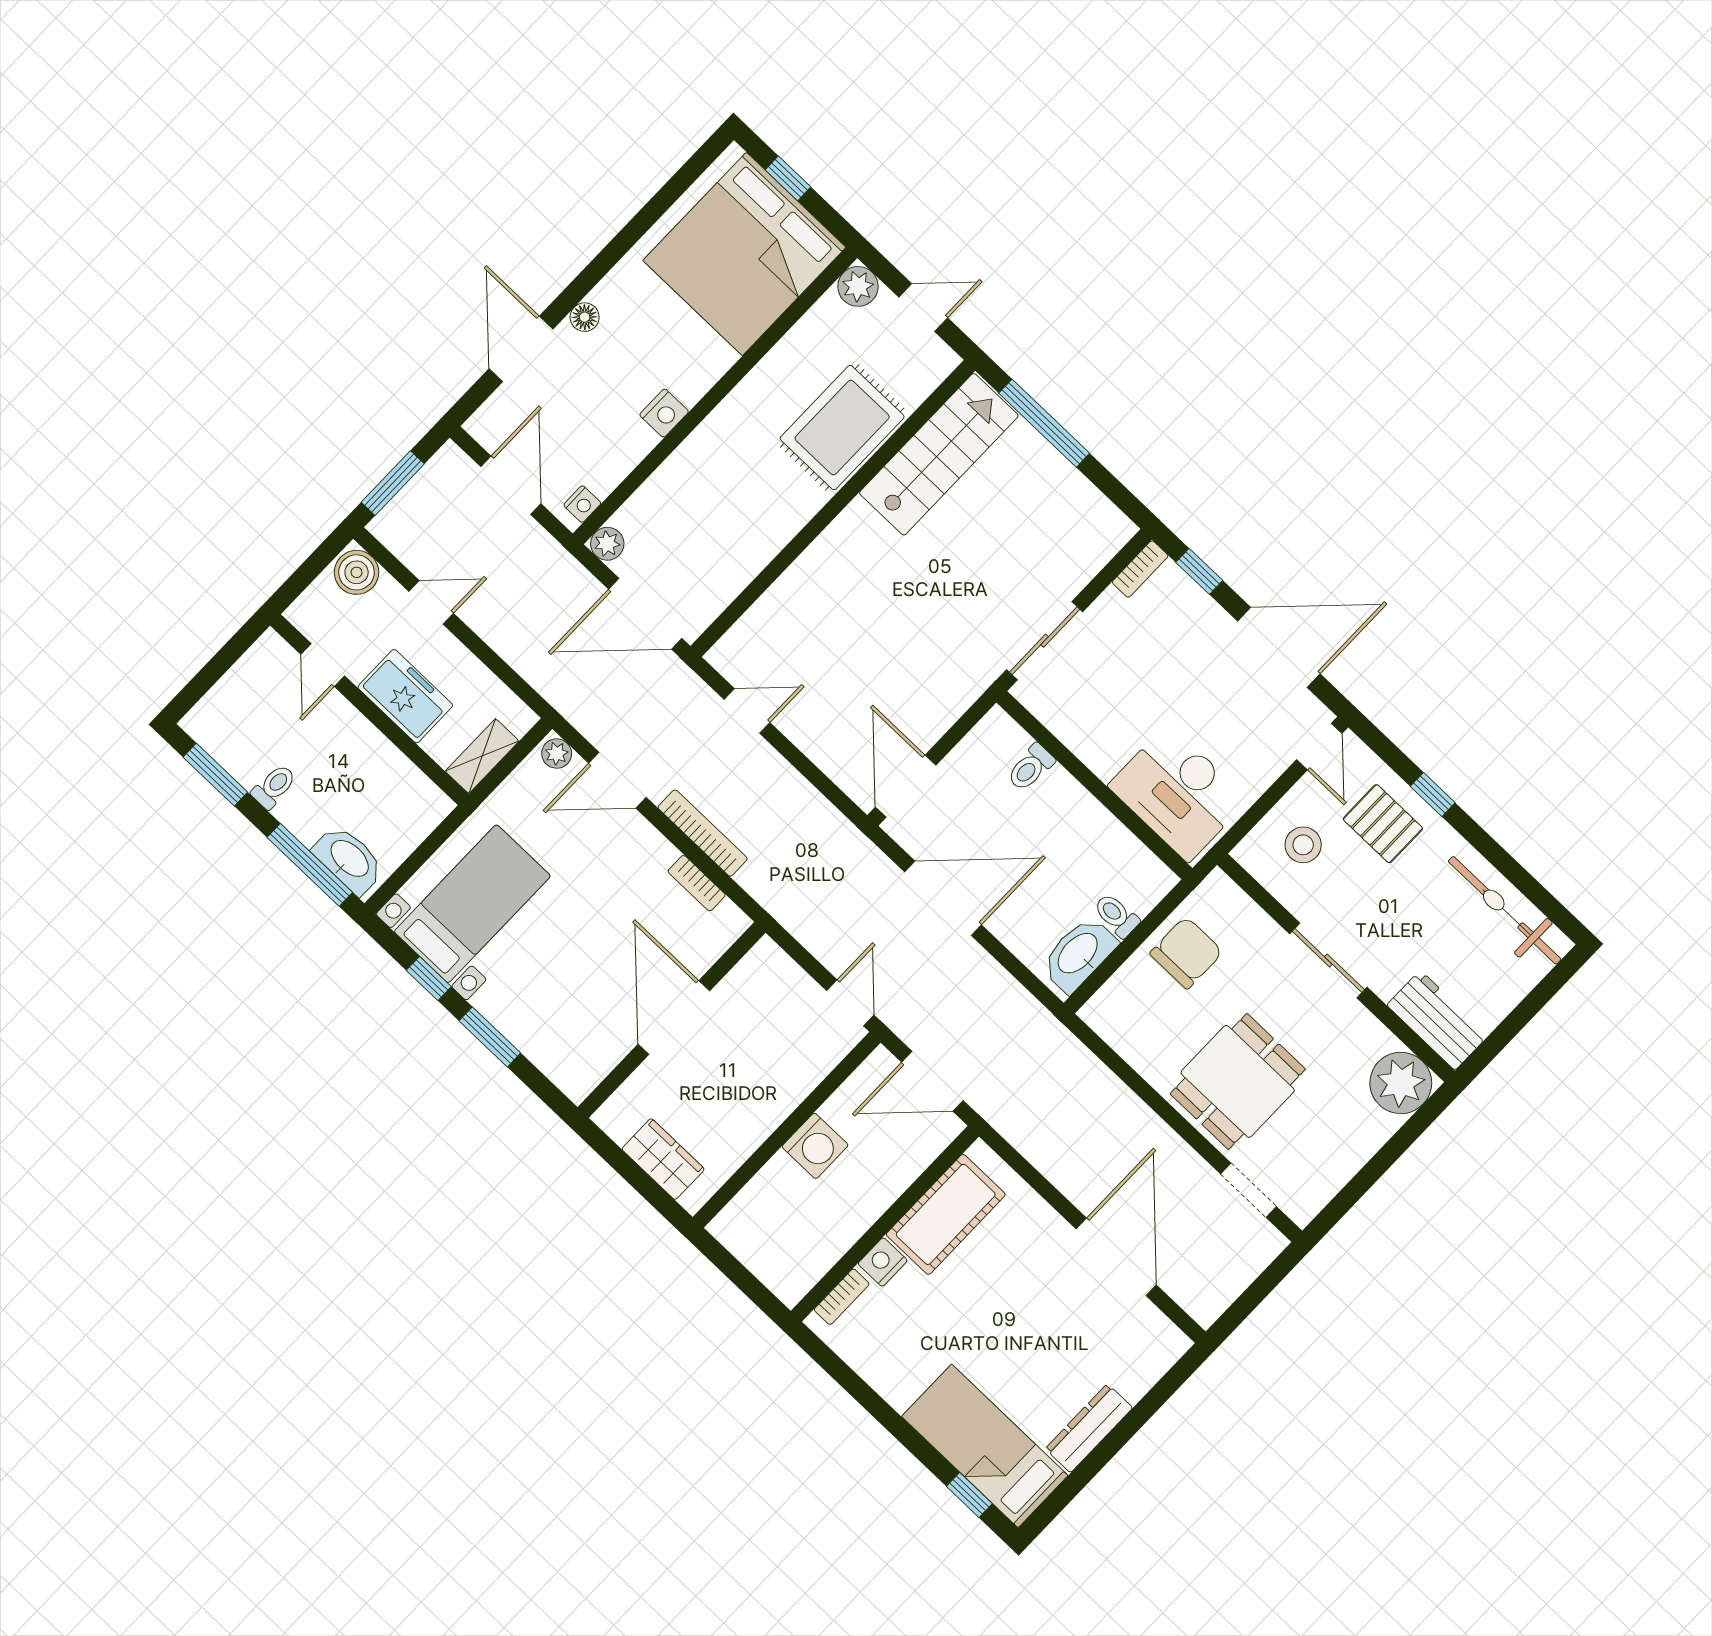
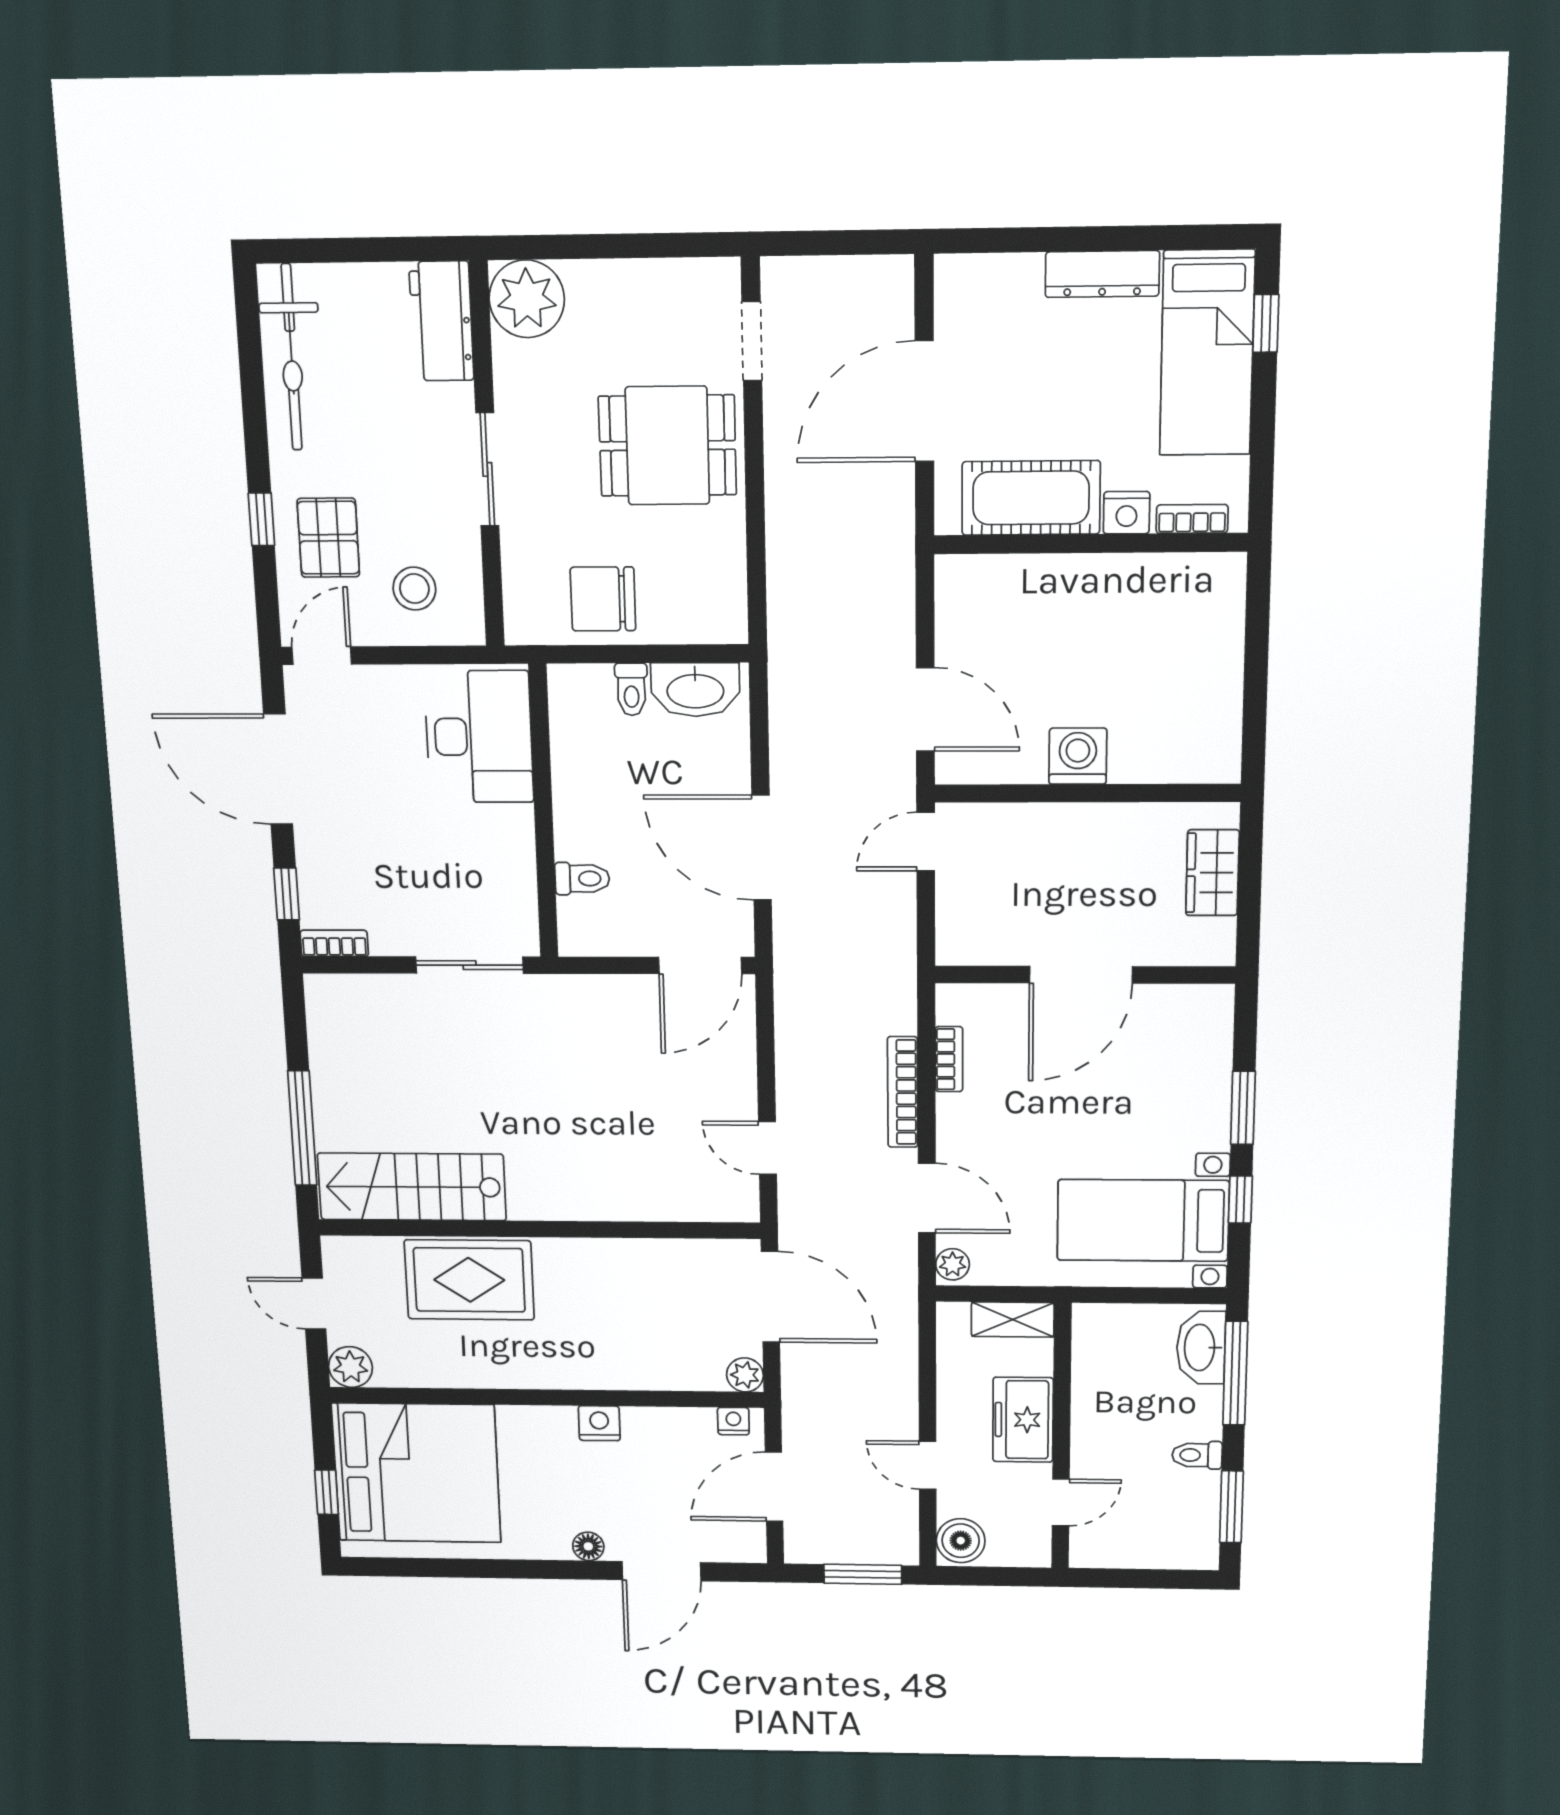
cot: (946, 1214) -> (1031, 498), moved
wall: (885, 1224) -> (1090, 544), moved
nightstand: (883, 1262) -> (1127, 513), moved
bookcase: (842, 1297) -> (1192, 519), moved

